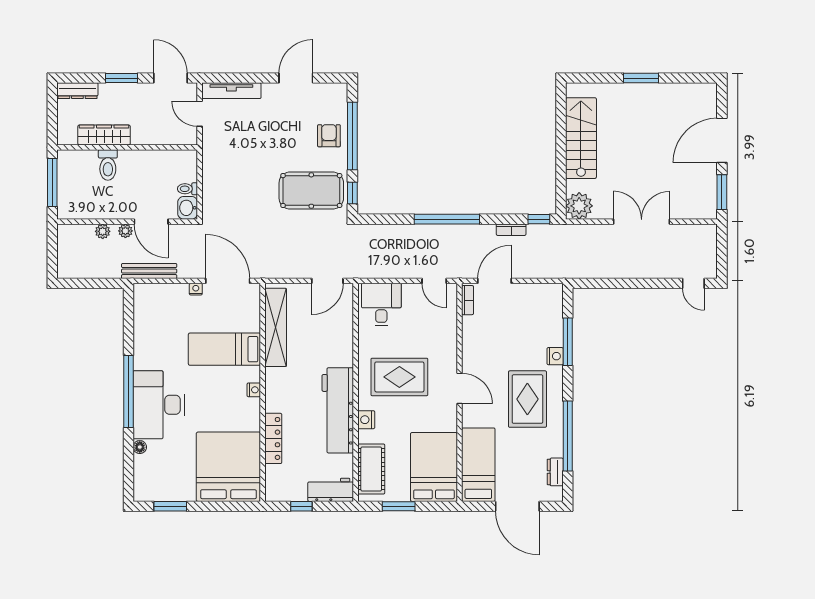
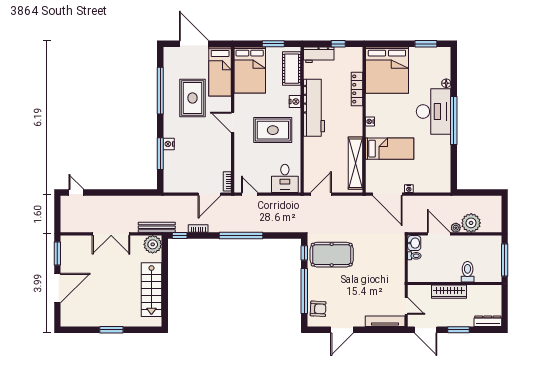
wardrobe: (104, 135) -> (449, 292), moved
armchair: (329, 136) -> (318, 309), moved, turned -87
plant: (103, 231) -> (471, 223), width x1.88, depth x1.88
bench: (149, 271) -> (157, 227), moved
rug: (527, 399) -> (192, 98), moved
dresser: (555, 472) -> (169, 67), removed

